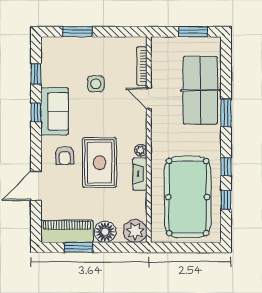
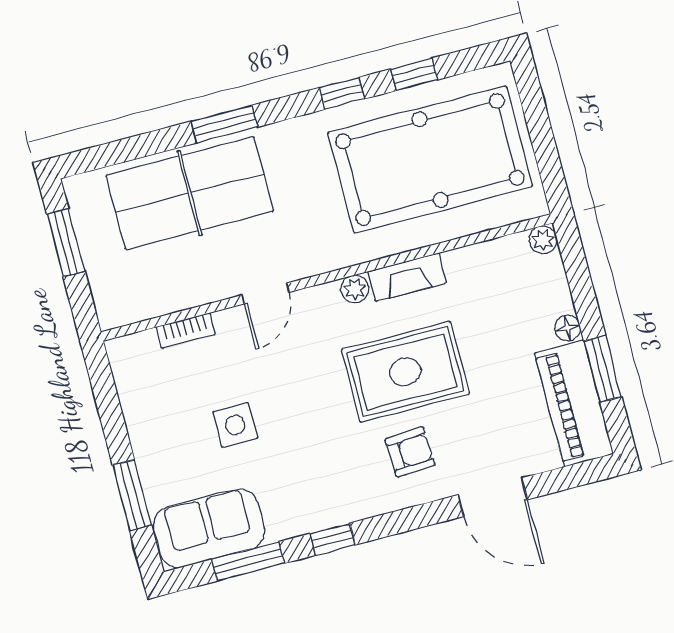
bookcase: (142, 66) -> (186, 331), width x0.64
window: (36, 74) -> (248, 561), width x1.50
door: (149, 98) -> (266, 294), moved
sofa: (55, 111) -> (209, 528), moved
plant: (135, 231) -> (543, 240), width x0.53, depth x0.53
floor lamp: (105, 232) -> (567, 328), width x0.53, depth x0.53

